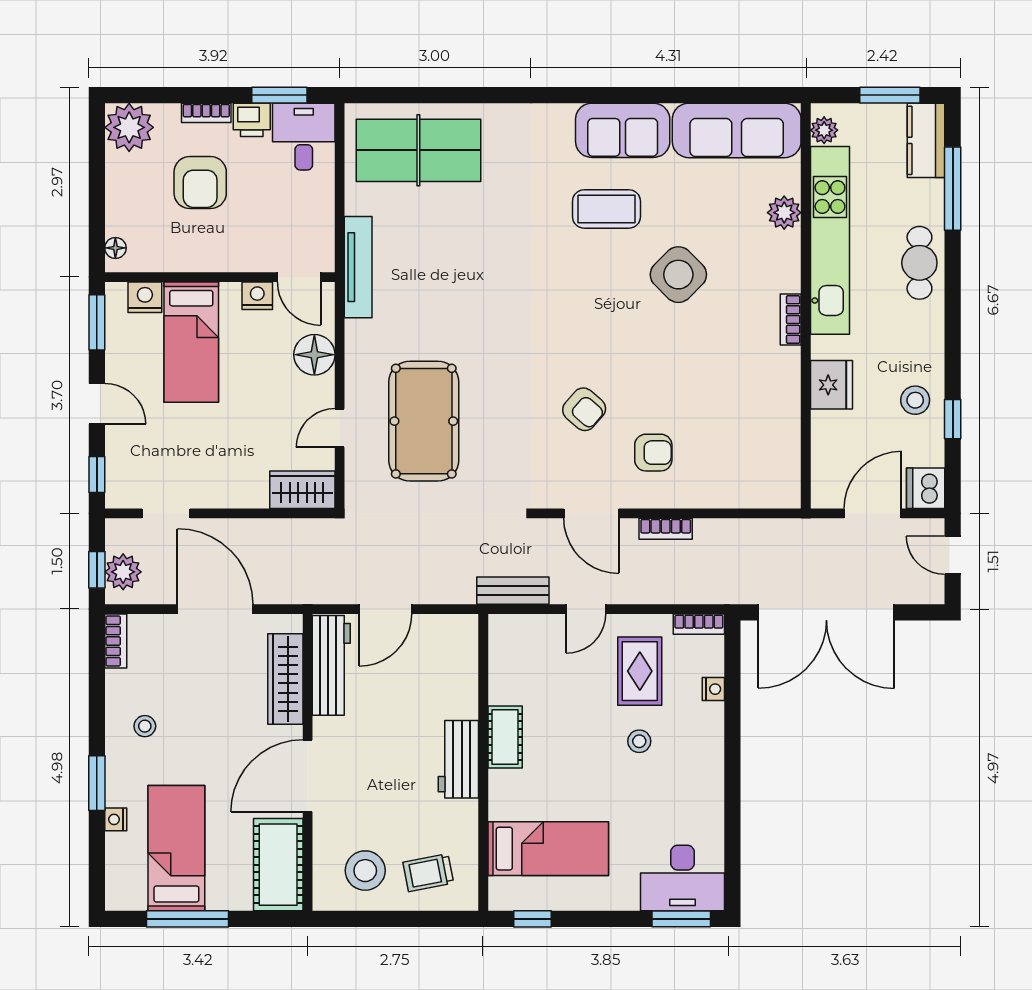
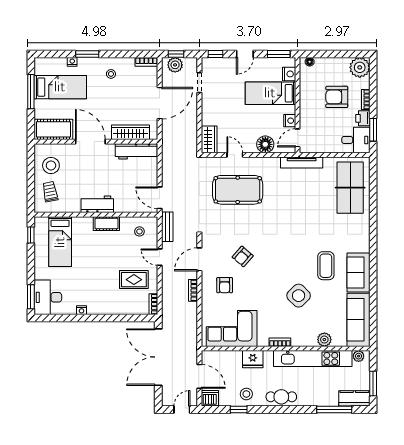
cafe table: (919, 263) -> (281, 397), moved
corner sofa: (757, 436) -> (232, 328), added
door: (385, 609) -> (160, 198), moved
nightstand: (713, 689) -> (81, 310), moved
stool: (639, 741) -> (139, 231), moved

